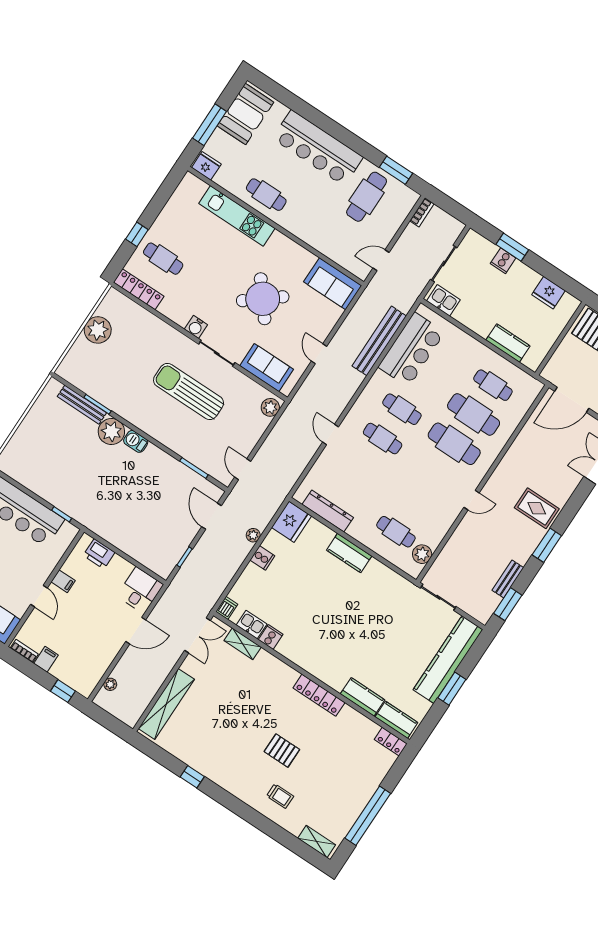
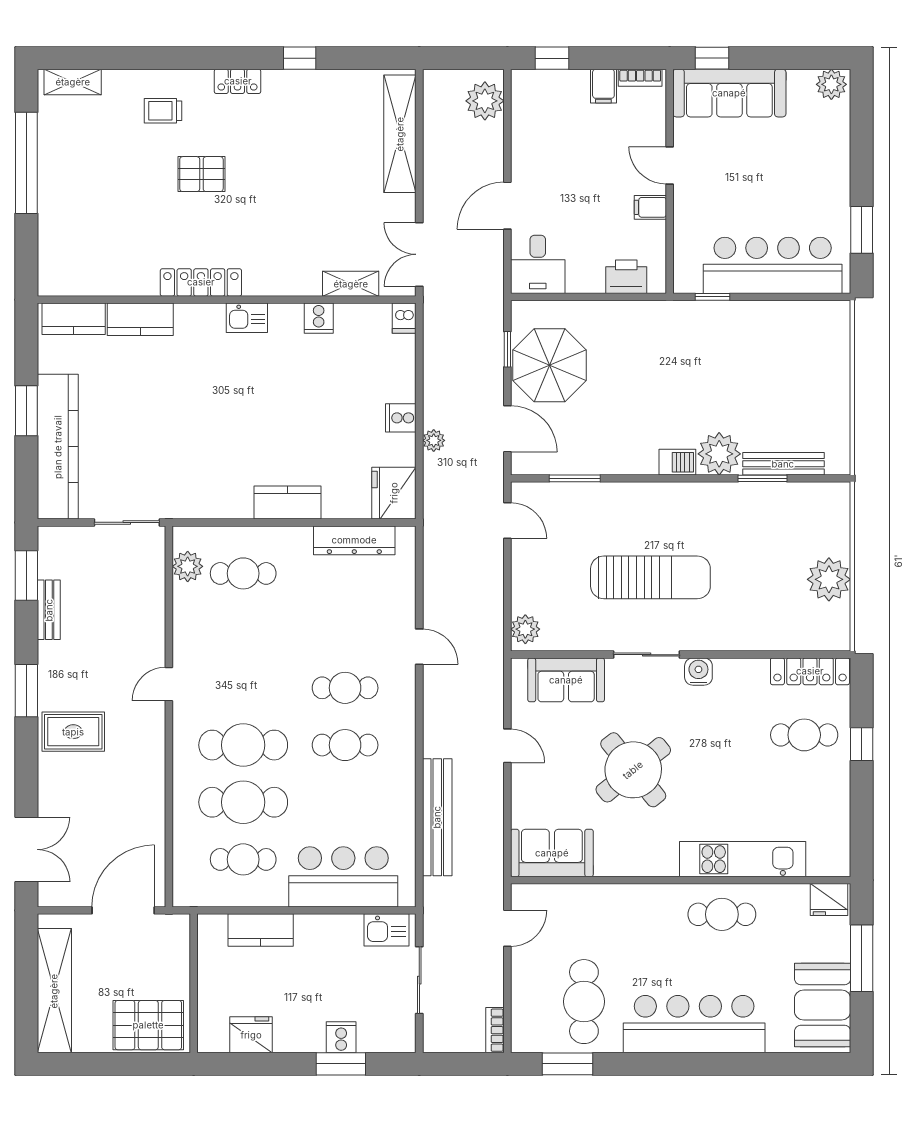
bar counter: (411, 350) -> (343, 877), moved, turned 90
parasol: (168, 534) -> (550, 365), added
kitchen sink: (252, 625) -> (247, 318), moved
plant: (110, 684) -> (485, 101), width x1.87, depth x1.87
locker: (391, 742) -> (238, 81), moved, turned 180

